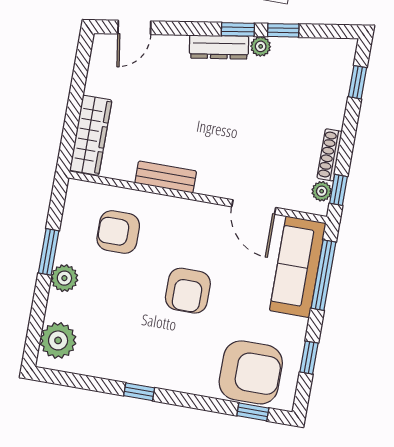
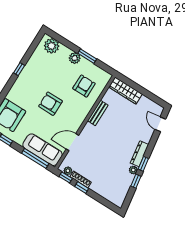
window: (358, 82) -> (82, 188), moved

